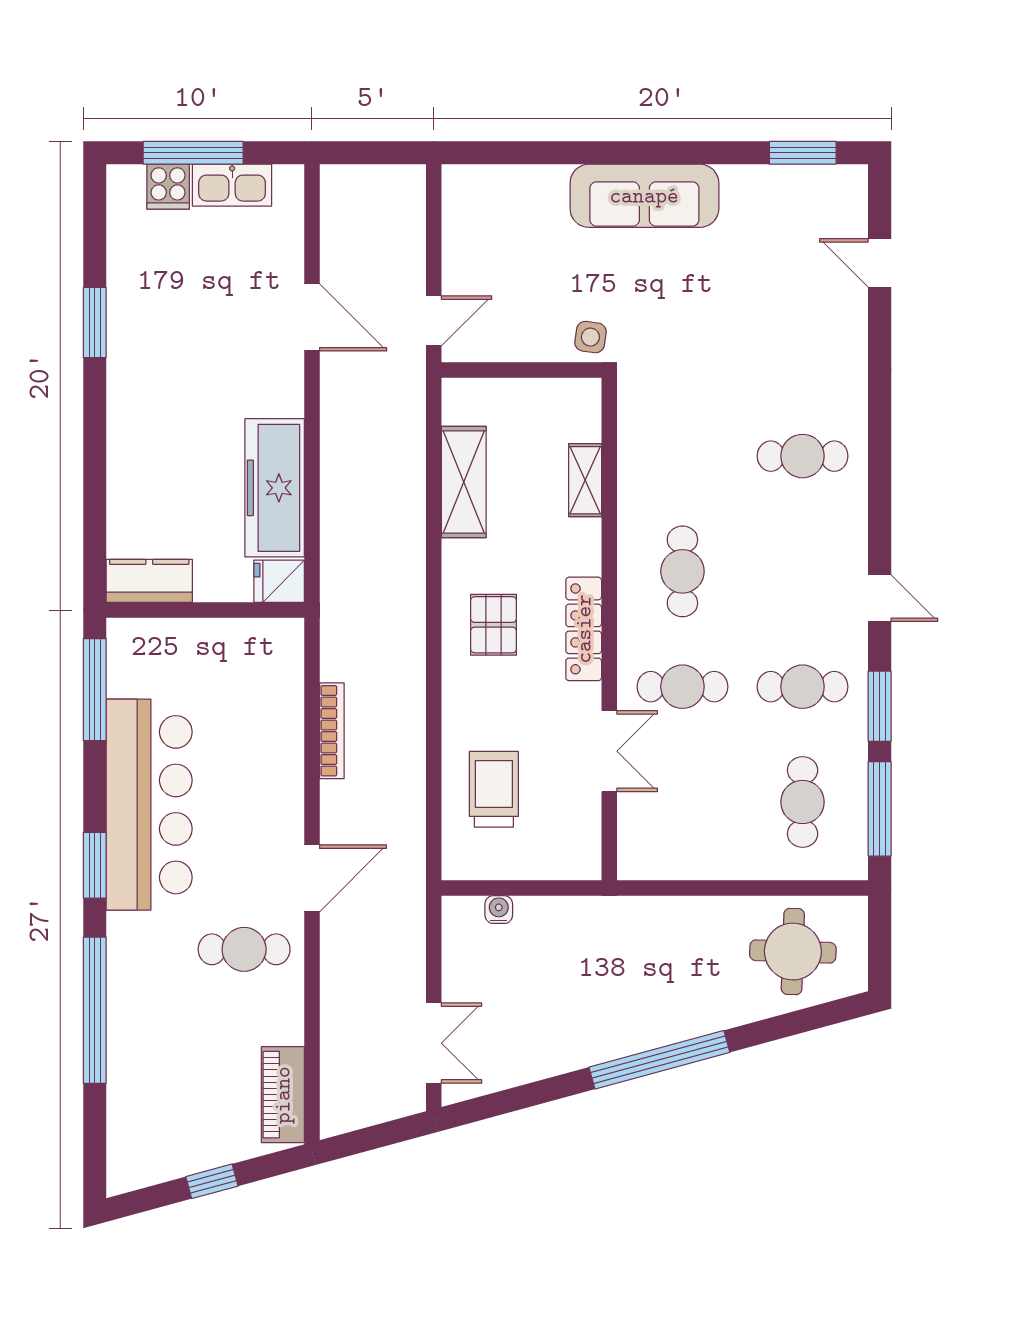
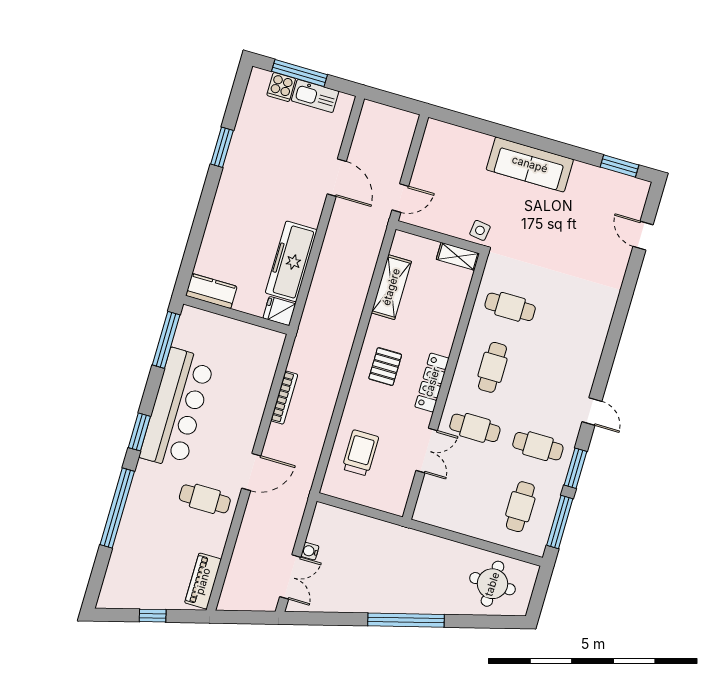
cafe table: (803, 456) -> (510, 307), moved
shelving: (585, 480) -> (458, 256), moved, turned 90
water cooler: (499, 910) -> (310, 551), moved, turned -90

